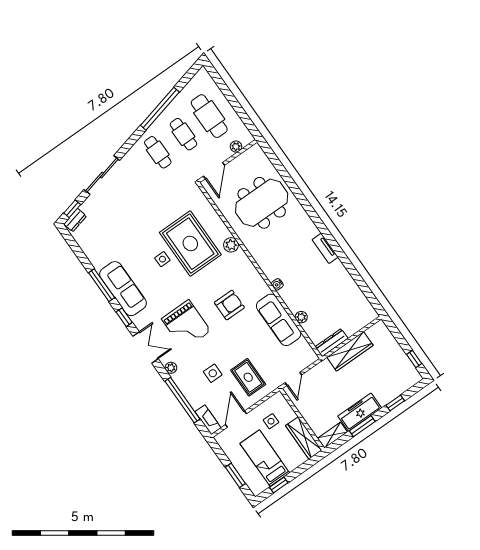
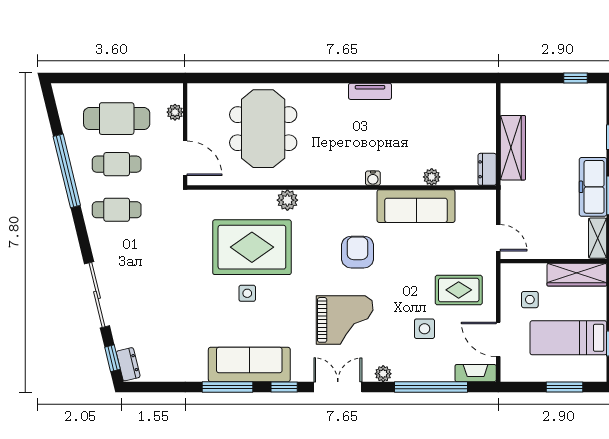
dresser: (332, 343) -> (487, 169), width x0.70

